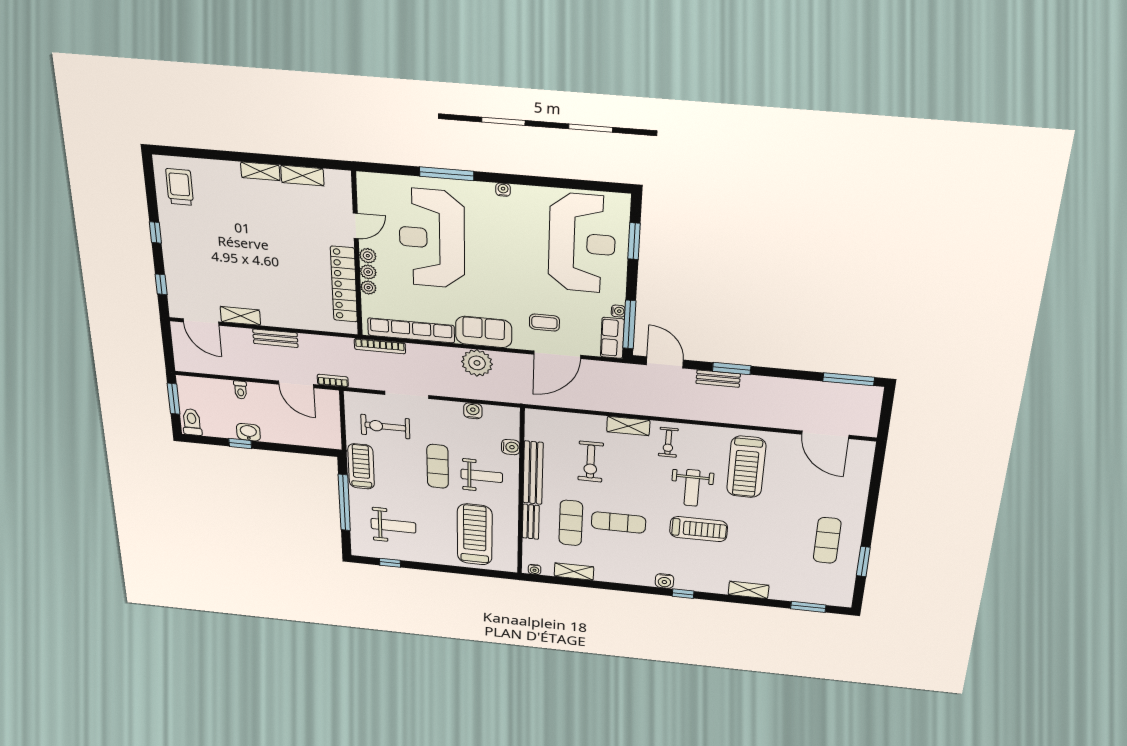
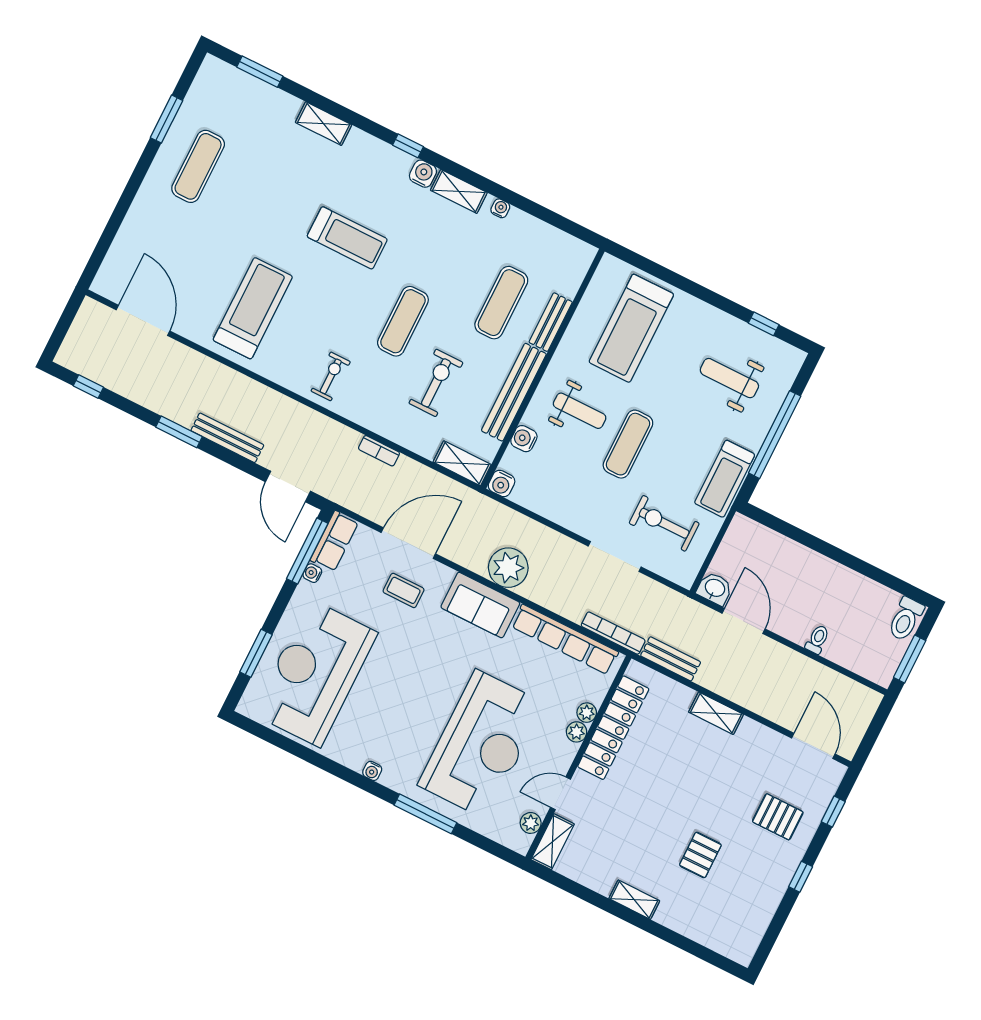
shelving: (302, 176) -> (553, 842), moved, turned 90
trolley: (180, 187) -> (739, 919), removed
pallet: (233, 221) -> (700, 855), added
plant: (368, 256) -> (531, 823), moved
pallet: (196, 267) -> (778, 817), added
shelving: (240, 316) -> (716, 713), moved
bench: (275, 338) -> (671, 659), moved
window: (732, 368) -> (179, 432), moved
bench: (718, 379) -> (227, 438), width x1.36
window: (849, 379) -> (88, 387), width x0.46
bookcase: (333, 381) -> (379, 451), moved
water cooler: (473, 411) -> (502, 483), moved
shelving: (628, 426) -> (462, 463), moved
exercise bike: (385, 427) -> (664, 523), turned 180
washbasin: (248, 432) -> (715, 589), moved, turned 180
window: (240, 443) -> (861, 567), removed
weight bench: (482, 476) -> (580, 411), turned 180
weight bench: (692, 488) -> (330, 301), removed
exercise mat: (619, 522) -> (403, 321), moved, turned 90
treadmill: (699, 529) -> (347, 238), turned 180
water cooler: (535, 569) -> (500, 208), moved
shelving: (574, 572) -> (459, 191), moved

